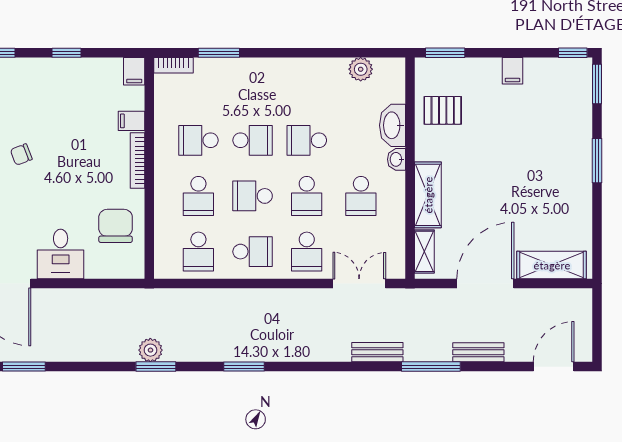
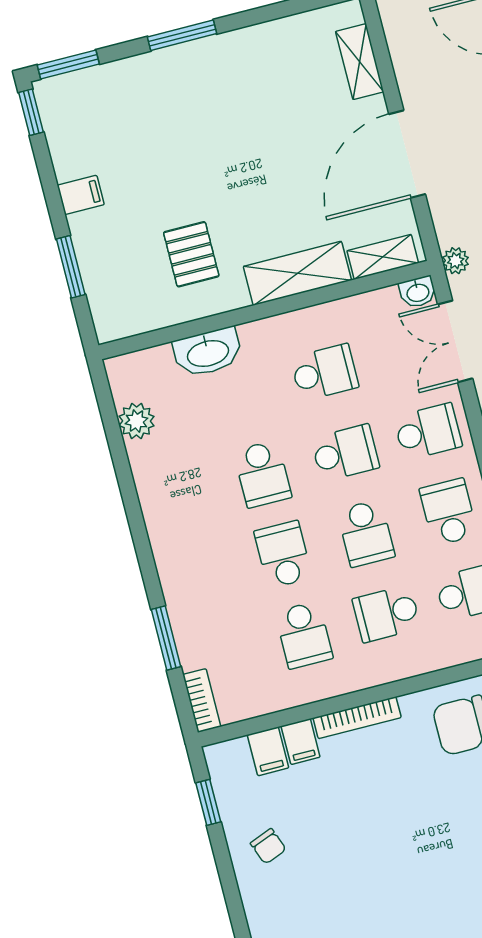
window: (66, 53) -> (208, 802), moved
window: (445, 53) -> (71, 267), moved
filing cabinet: (134, 71) -> (268, 751), moved, turned 90
pallet: (443, 110) -> (191, 254), moved
chair: (21, 155) -> (268, 846), moved
washbasin: (396, 159) -> (418, 292), moved
school desk: (198, 196) -> (386, 614), turned 180
shelving: (552, 265) -> (360, 62), width x0.67, depth x0.75
door: (485, 284) -> (407, 154), hinge flipped
plant: (410, 297) -> (456, 261), added

